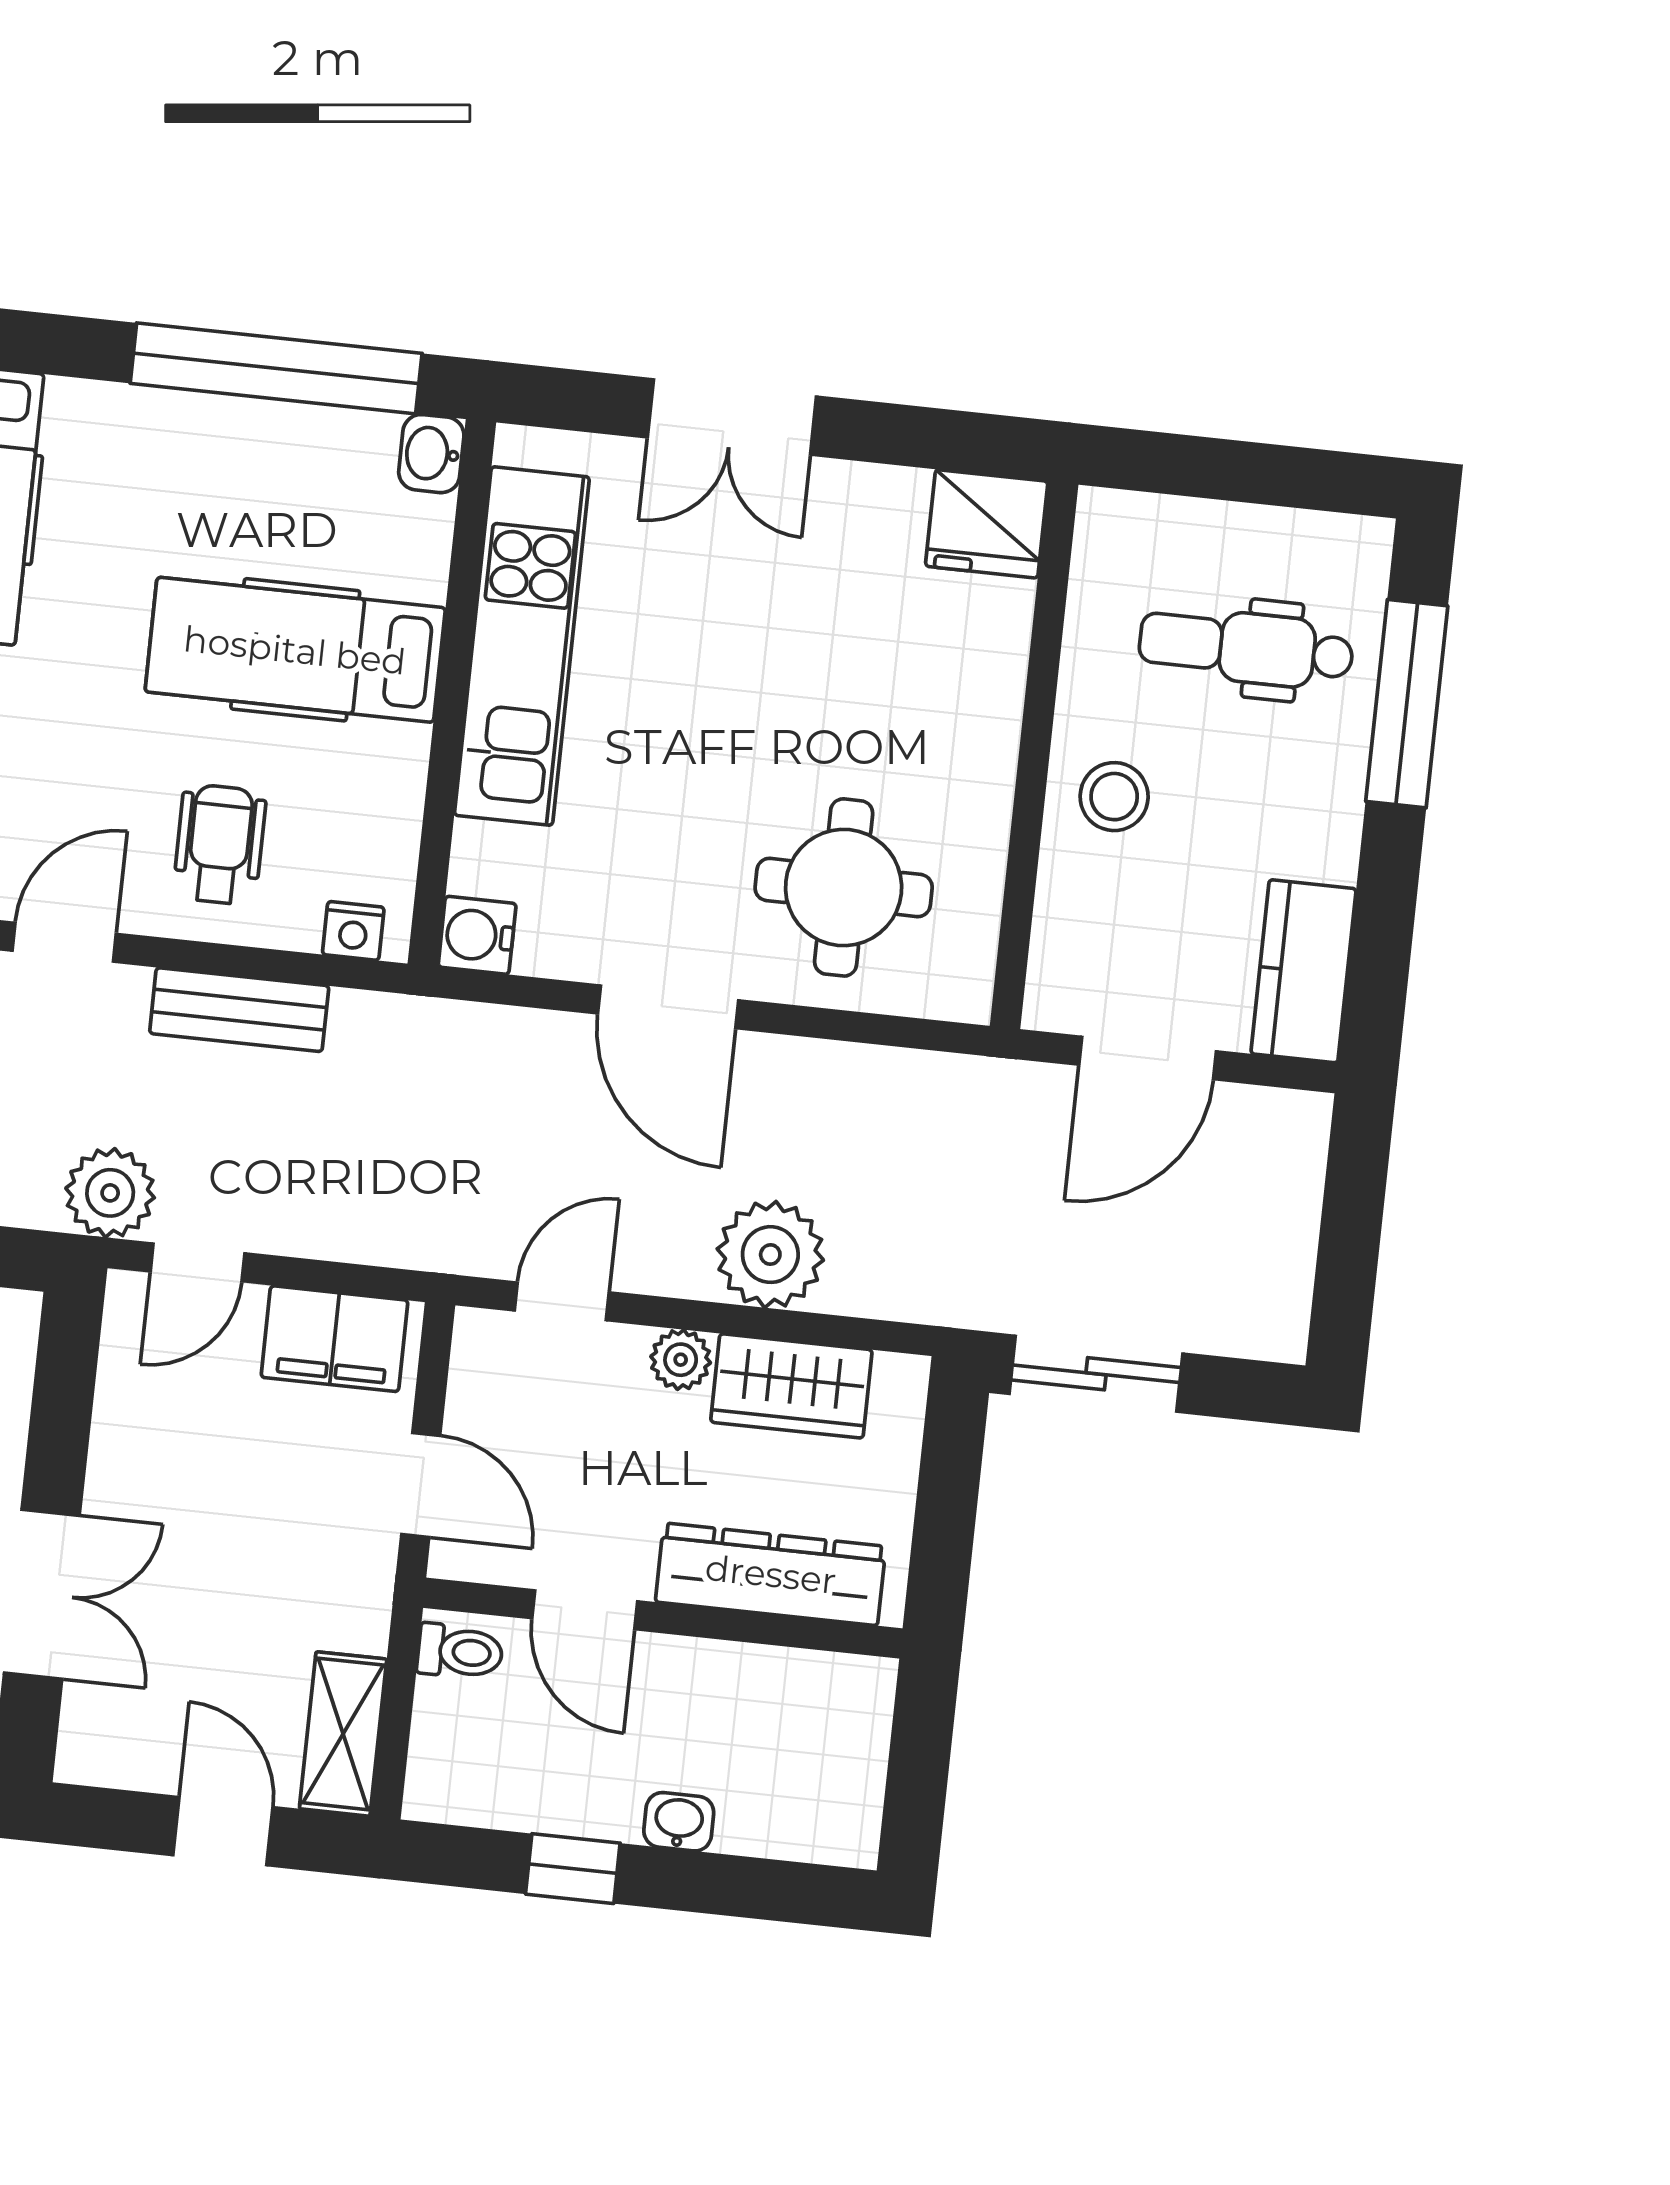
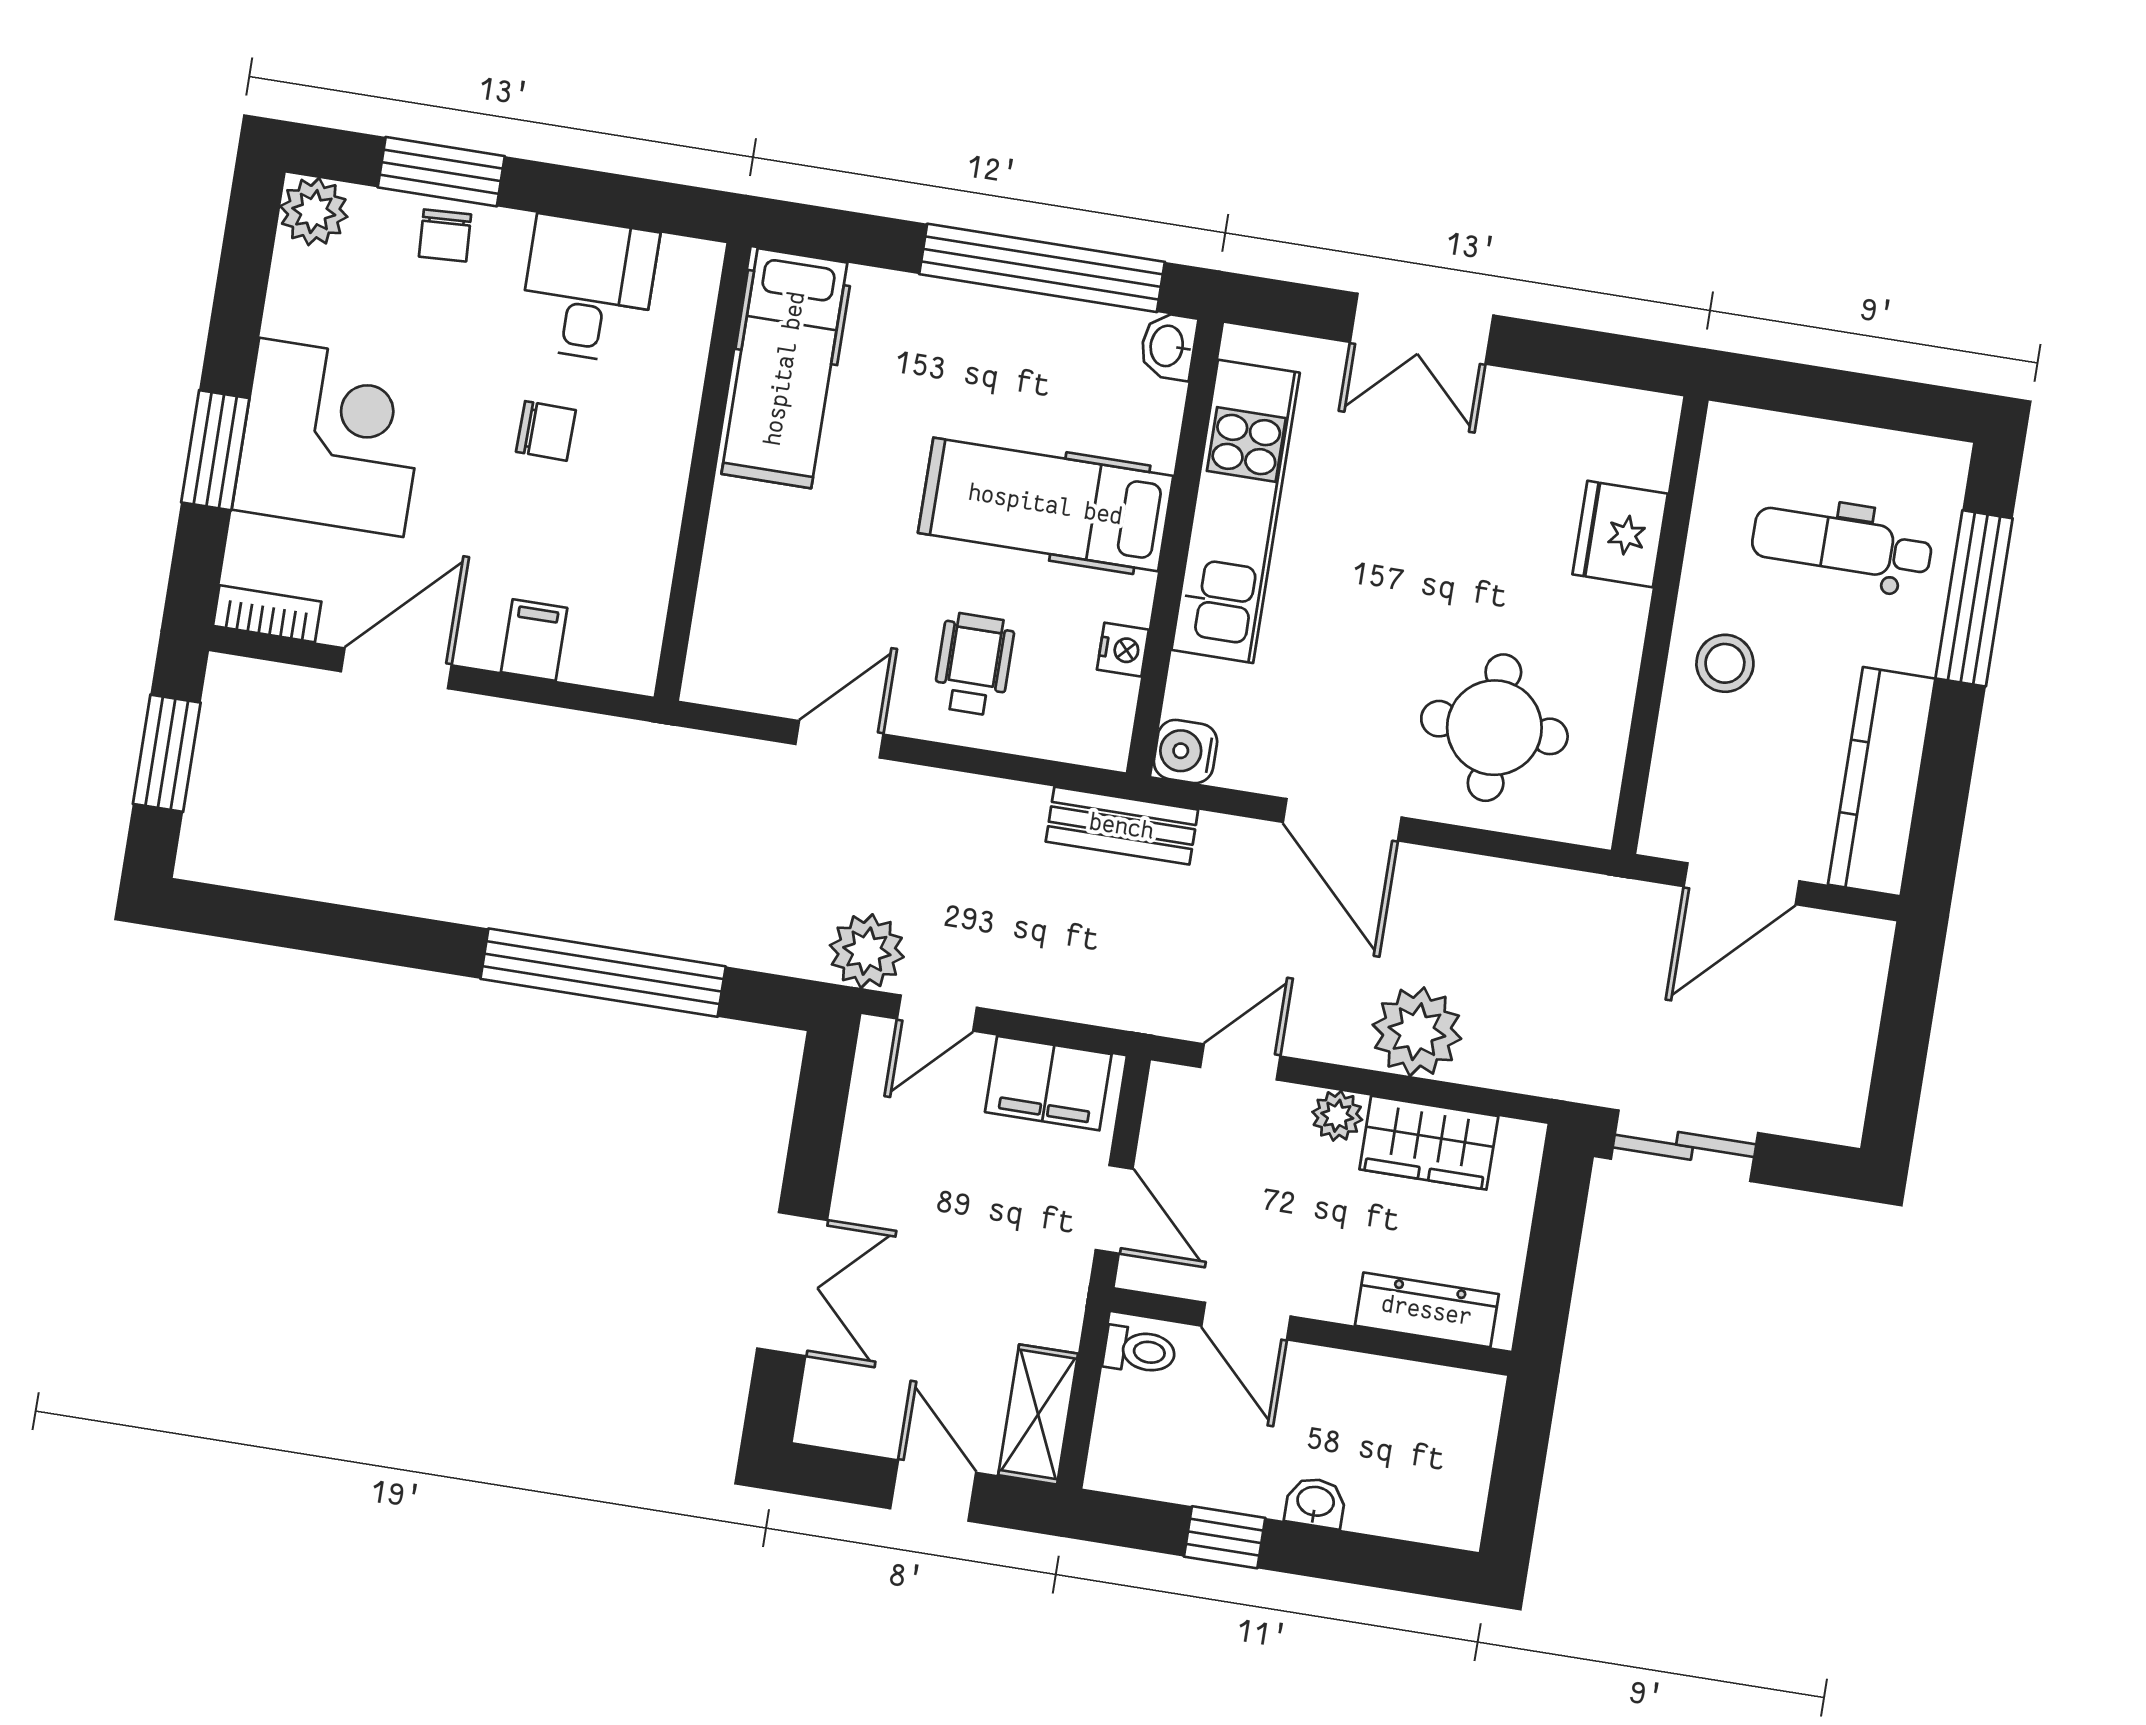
fridge: (987, 524) -> (1620, 534), moved, turned 90
nightstand: (353, 931) -> (1123, 650), moved, turned -90
kitchen counter: (1304, 971) -> (1882, 782), width x1.50
bench: (239, 1010) -> (1122, 826), moved
dresser: (771, 1574) -> (1427, 1310), width x0.73, depth x0.80

